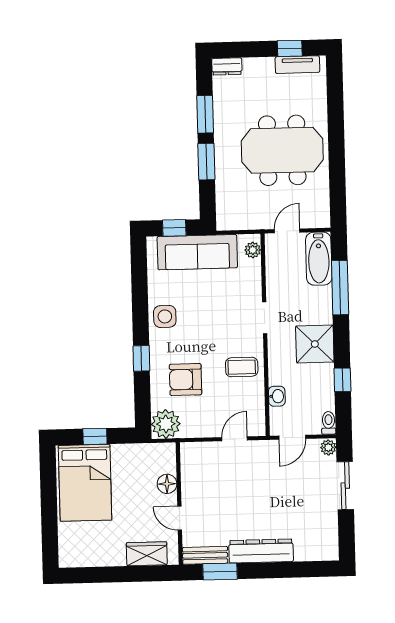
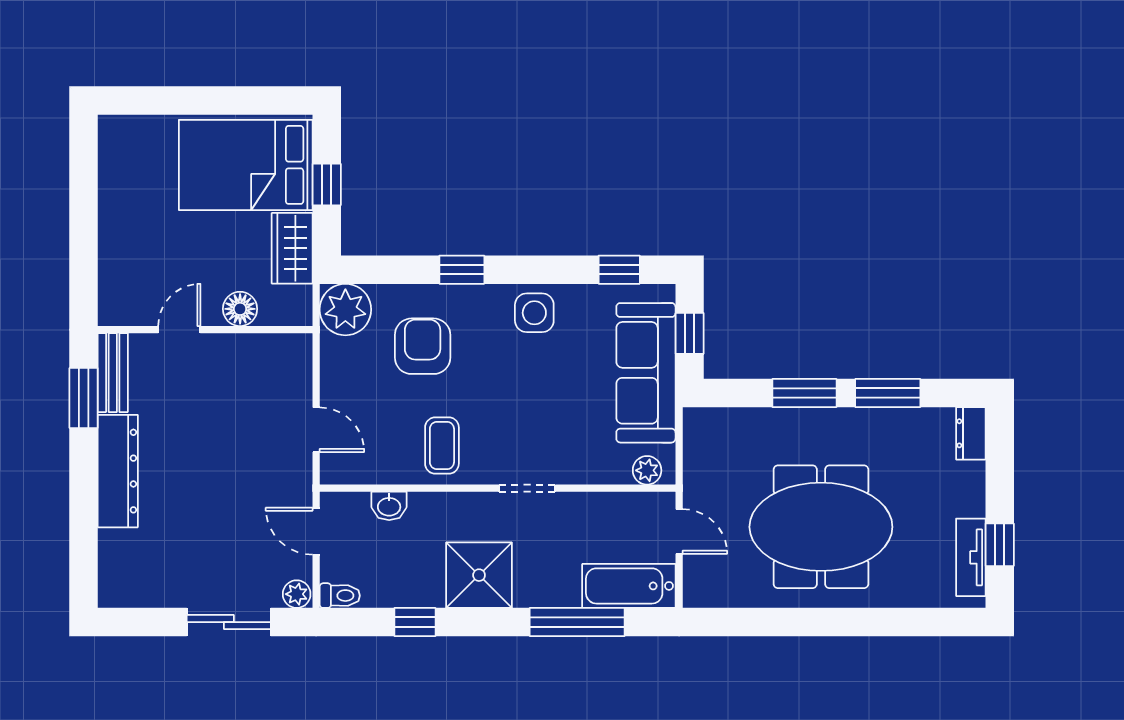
meeting table: (282, 150) -> (821, 527), turned 90
window: (139, 269) -> (619, 270), added
wardrobe: (147, 554) -> (292, 248), moved, turned 180

